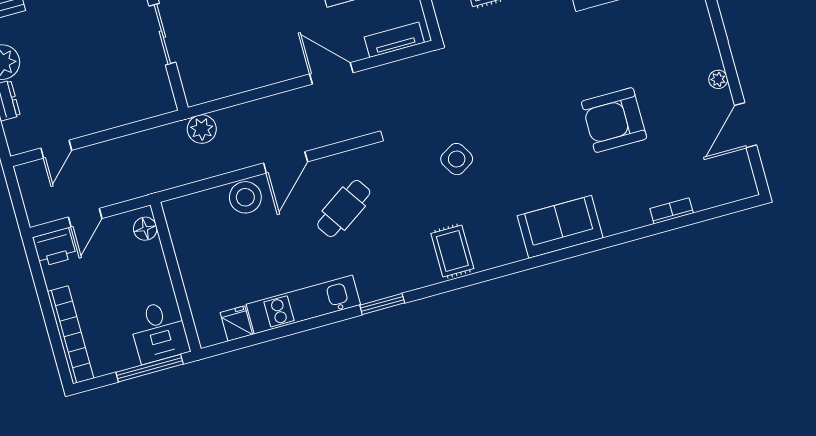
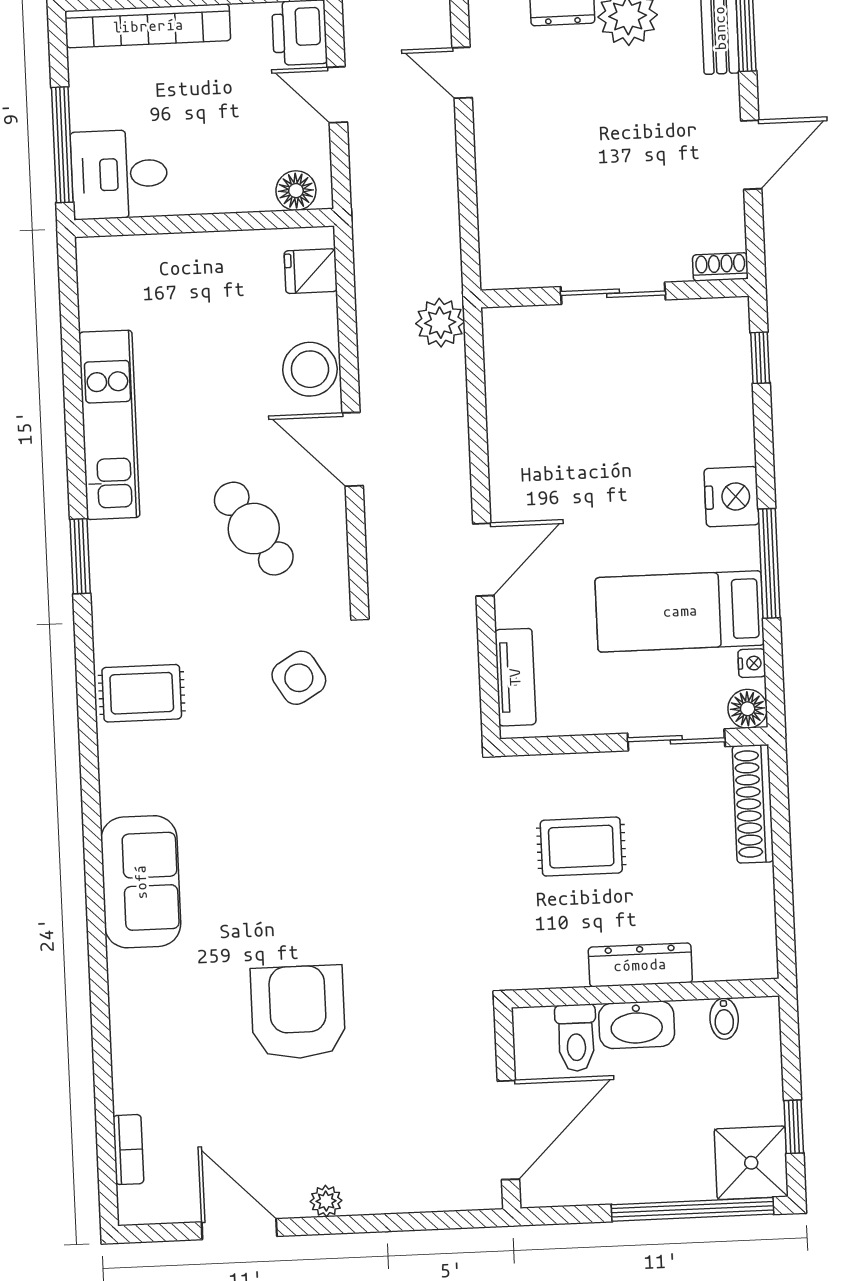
side table: (457, 159) -> (299, 678), moved
bookcase: (672, 211) -> (128, 1150), moved
fridge: (236, 323) -> (311, 271), moved, turned 180

